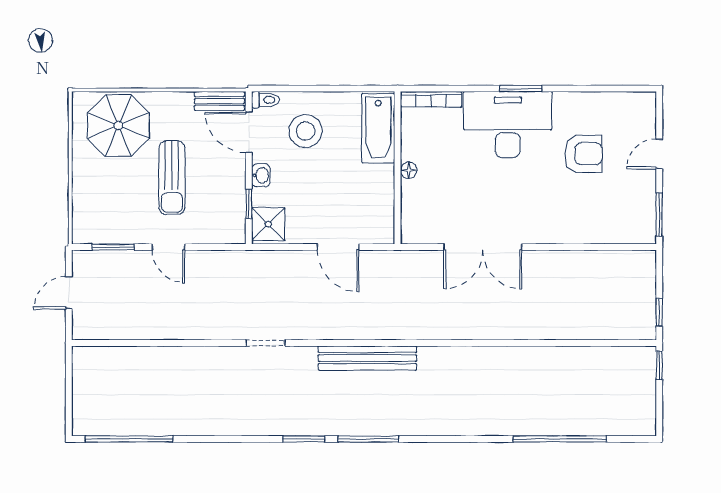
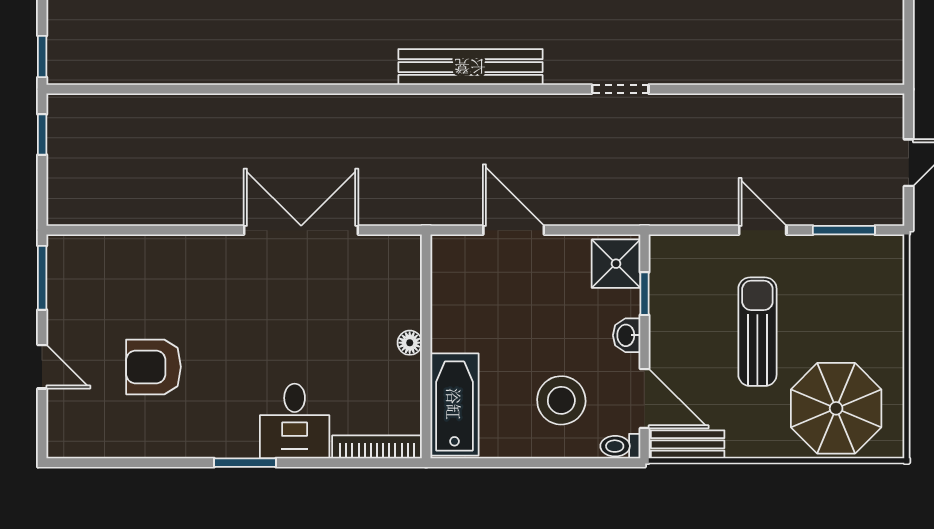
desk: (508, 125) -> (295, 421), width x0.53, depth x0.77
door: (659, 154) -> (42, 367), hinge flipped

